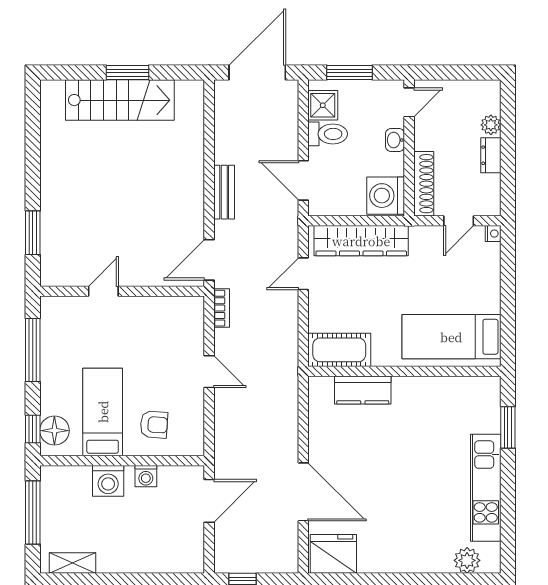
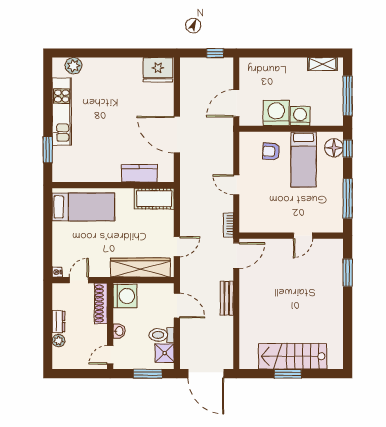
door: (257, 73) -> (206, 374), hinge flipped
washing machine: (146, 476) -> (276, 113), width x1.89, depth x1.89
door: (303, 492) -> (177, 135), moved

